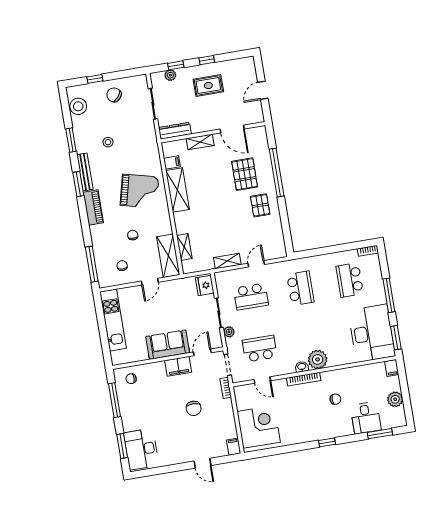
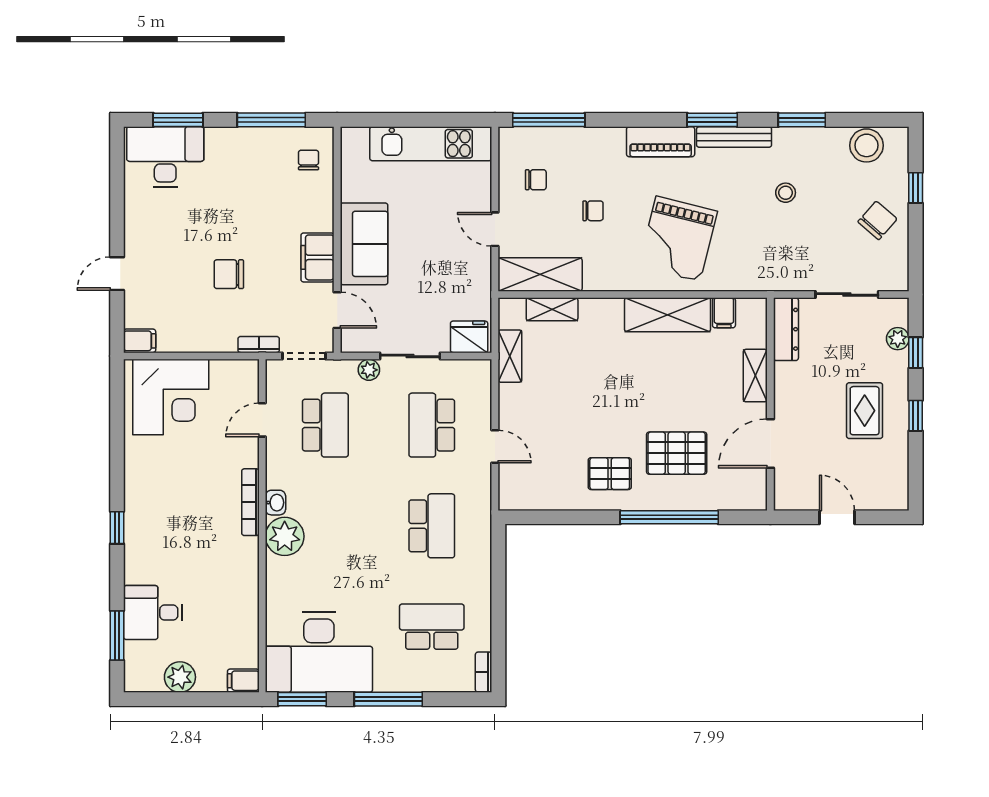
shelving: (227, 261) -> (510, 356), moved
school desk: (300, 288) -> (432, 526), turned -90
chair: (335, 399) -> (200, 559), removed

